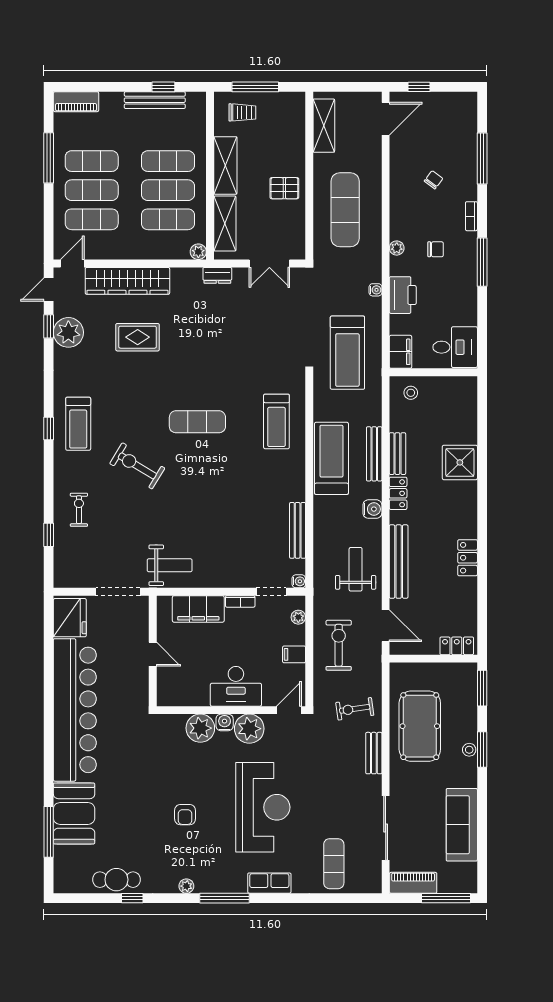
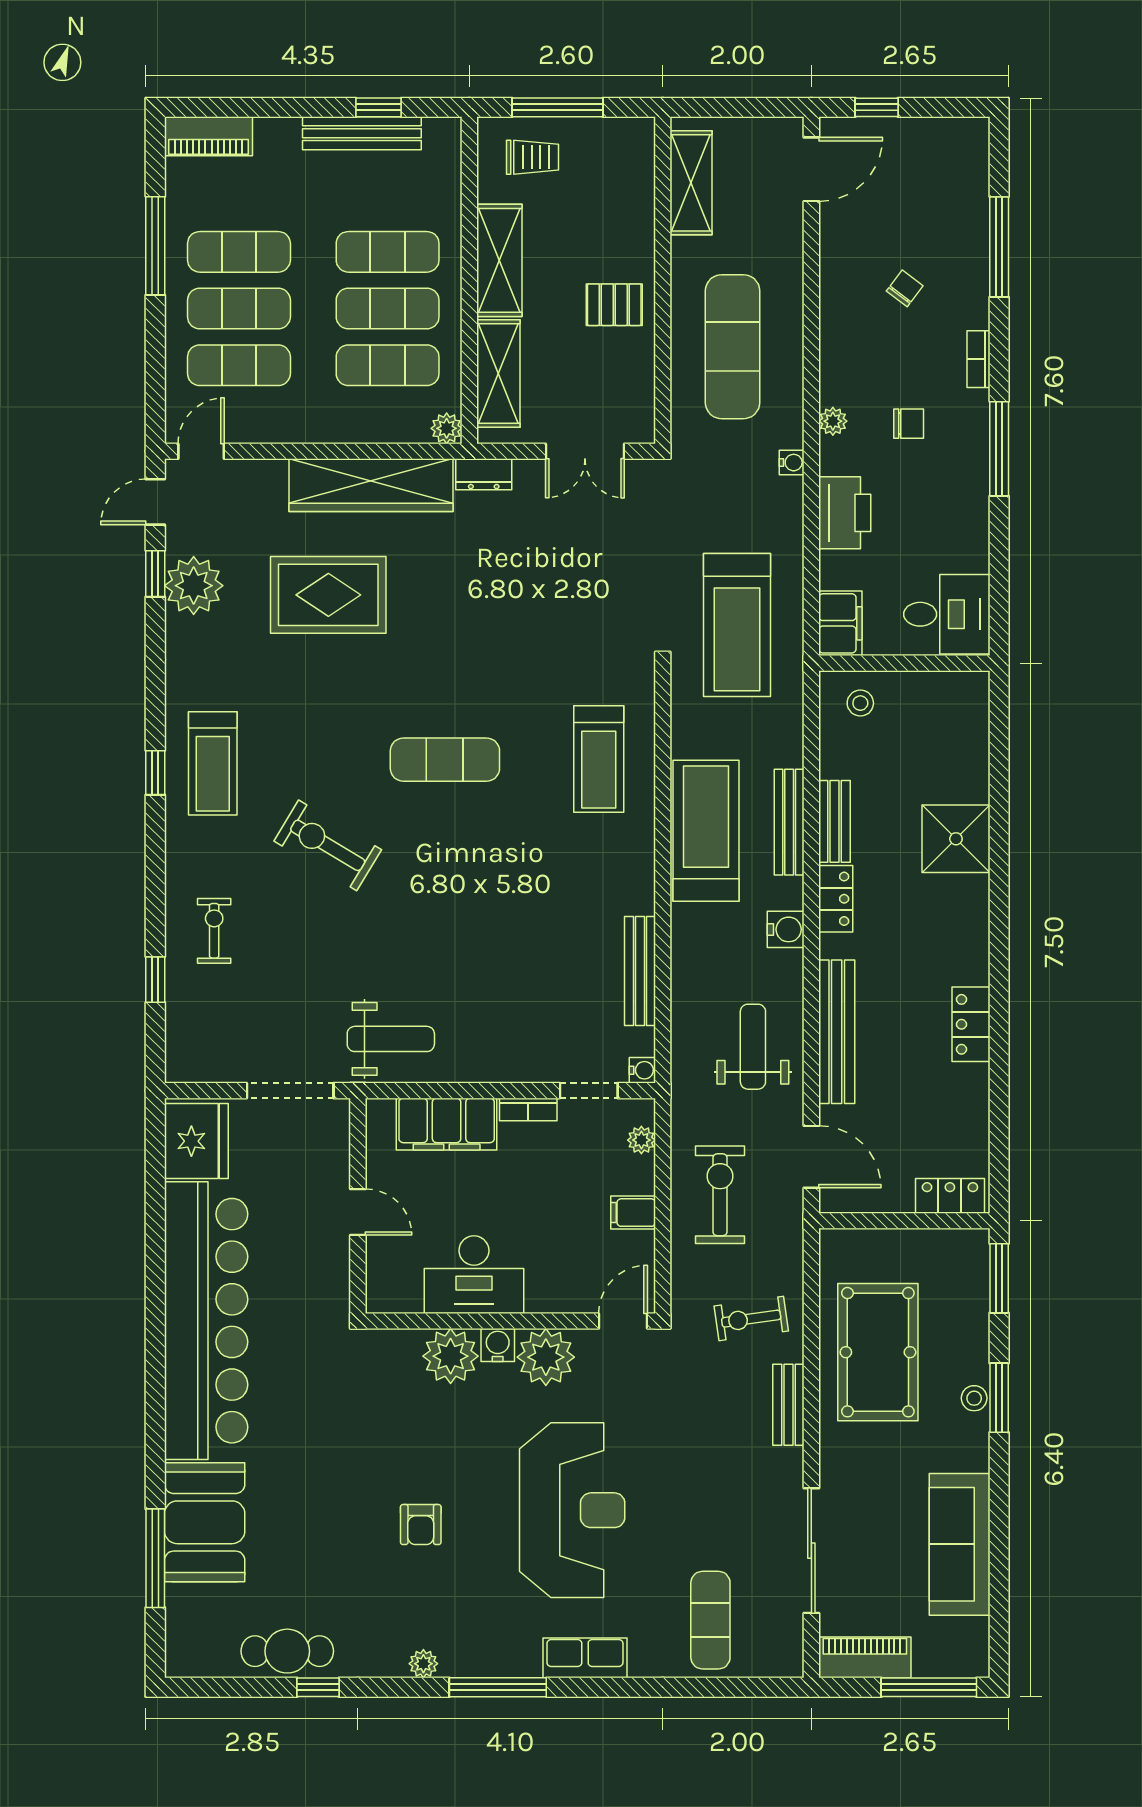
wardrobe: (127, 281) -> (371, 485), moved
water cooler: (375, 290) -> (792, 463), moved
rug: (138, 337) -> (328, 595), width x1.36, depth x1.43
desk: (236, 686) -> (474, 1275), moved

